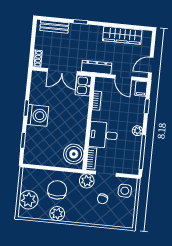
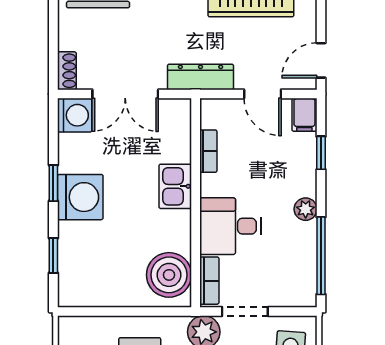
washing machine: (39, 79) -> (75, 115), added
kitchen sink: (83, 86) -> (175, 186), moved

